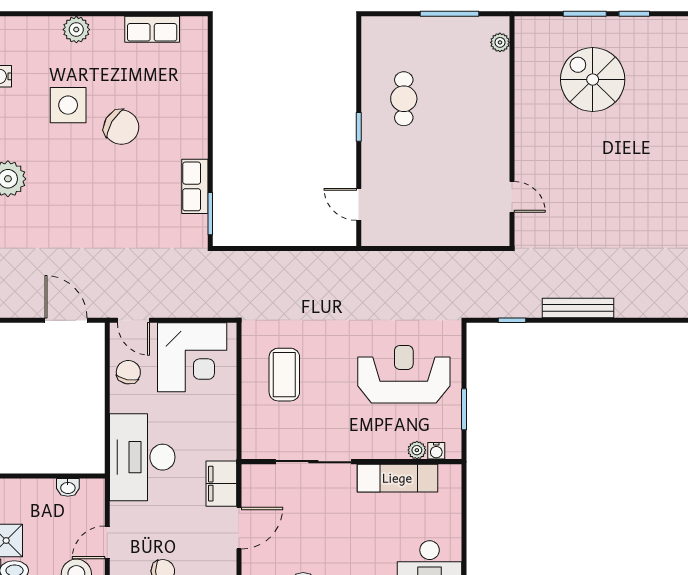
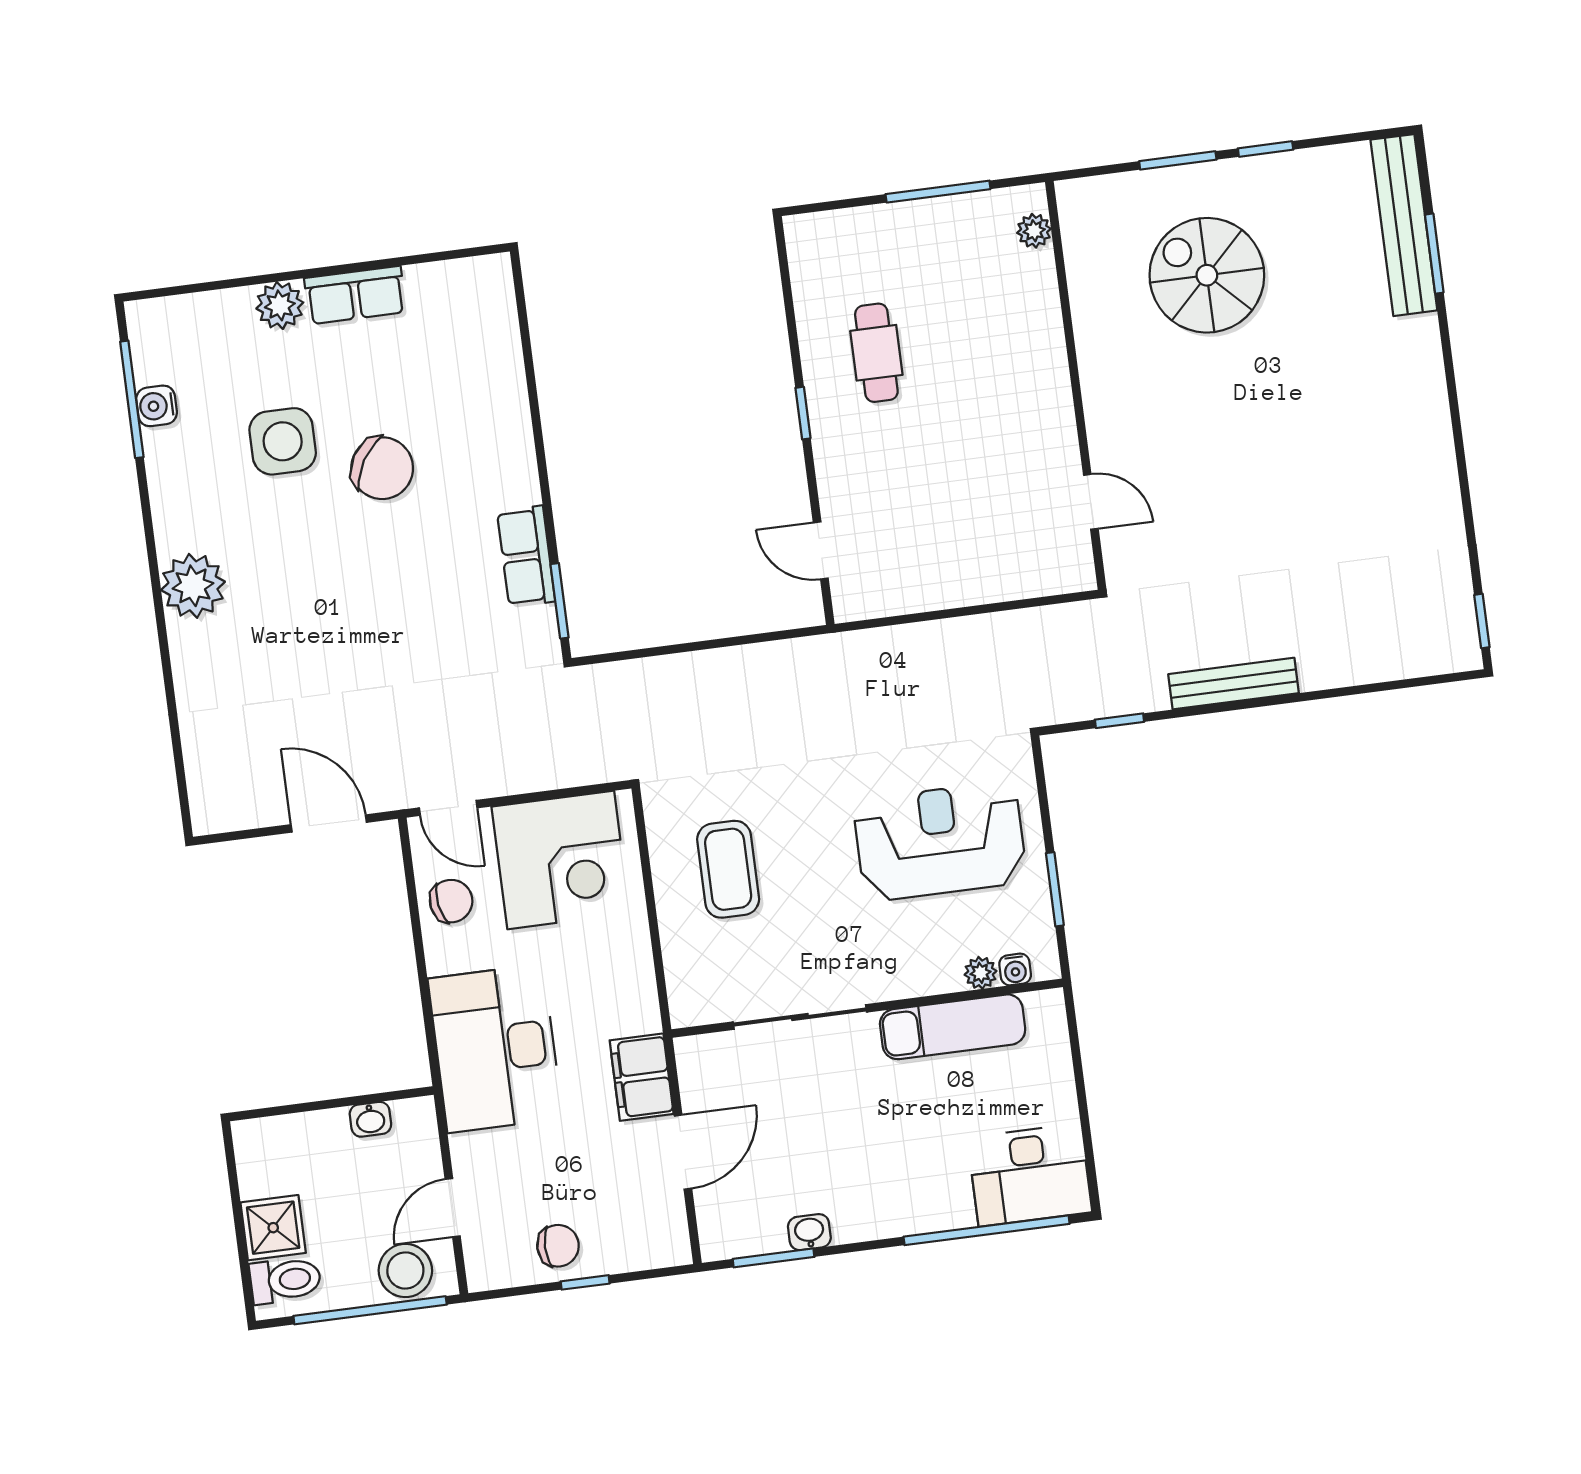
row of seats: (152, 29) -> (355, 295), moved
chair: (128, 372) -> (451, 901), turned 69

